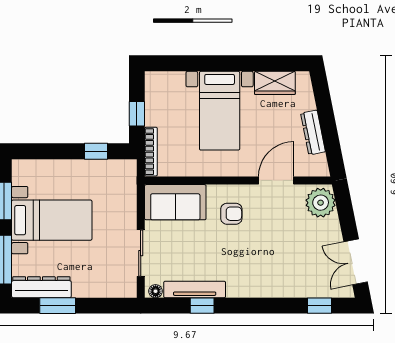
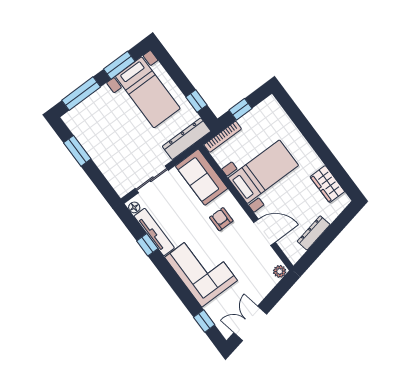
bed with nightstands: (220, 111) -> (263, 172), moved, turned 180
plant: (321, 203) -> (280, 271), width x0.53, depth x0.53
armchair: (231, 214) -> (221, 219), turned 180
bed with nightstands: (52, 220) -> (148, 92), moved
corner sofa: (266, 270) -> (201, 269), added
dresser: (41, 287) -> (187, 139), moved, turned -90

